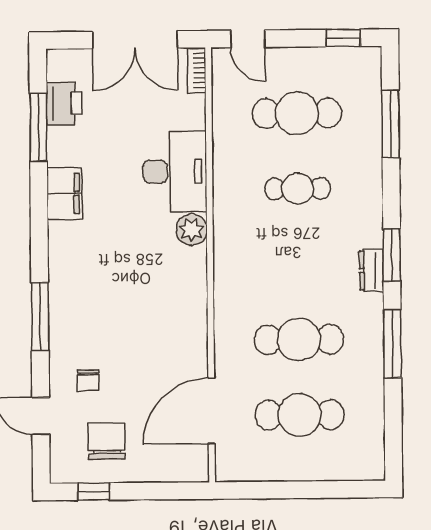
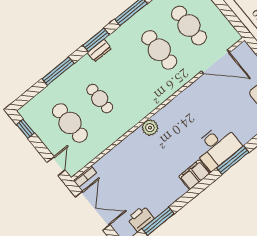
window: (391, 124) -> (58, 71), moved
desk: (175, 172) -> (217, 147), moved, turned 180
filing cabinet: (65, 193) -> (194, 175), moved
dresser: (372, 270) -> (99, 51), moved
chair: (88, 380) -> (243, 121), removed

